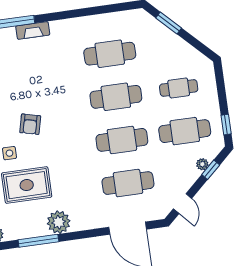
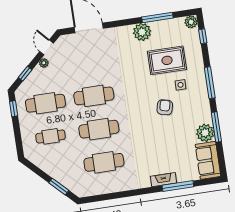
plant: (202, 164) -> (44, 63), moved
cafe table: (128, 183) -> (89, 63), removed

